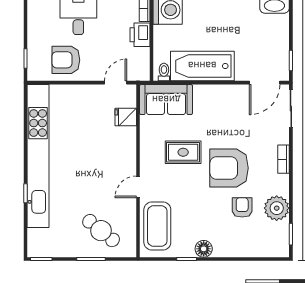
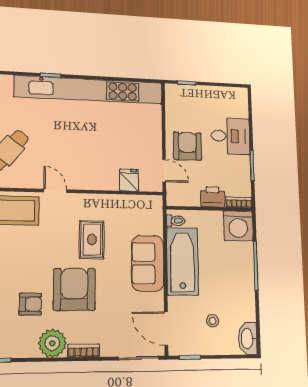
stool: (258, 38) -> (213, 321), added
armchair: (66, 60) -> (187, 146), moved
sofa: (166, 100) -> (148, 263), moved
plant: (277, 208) -> (52, 343), moved

